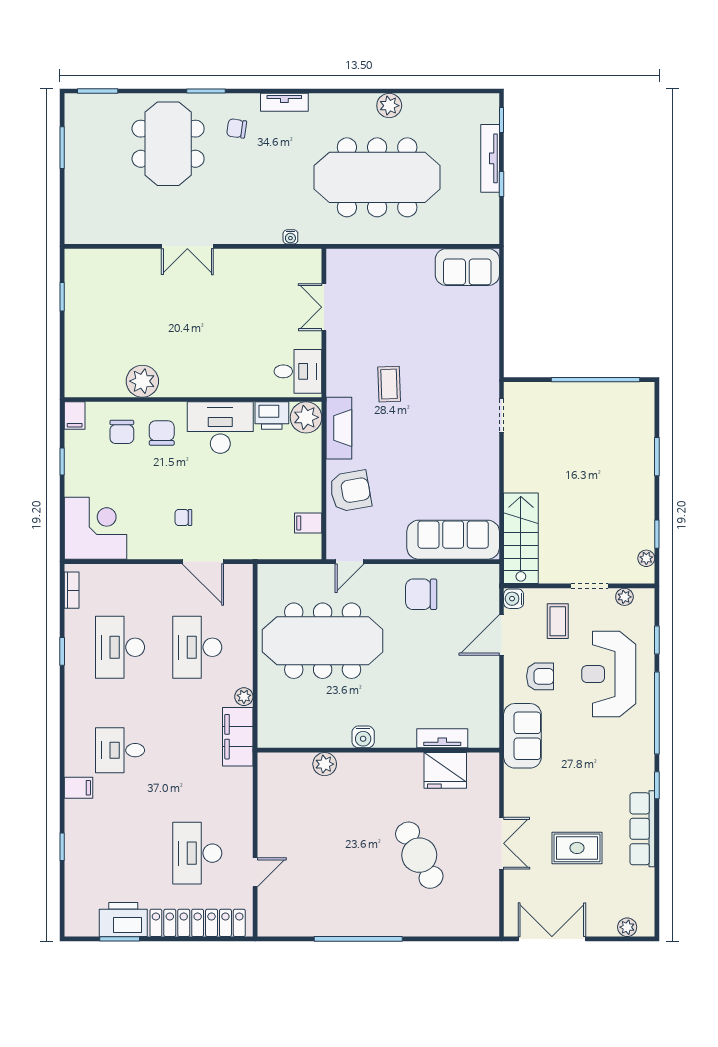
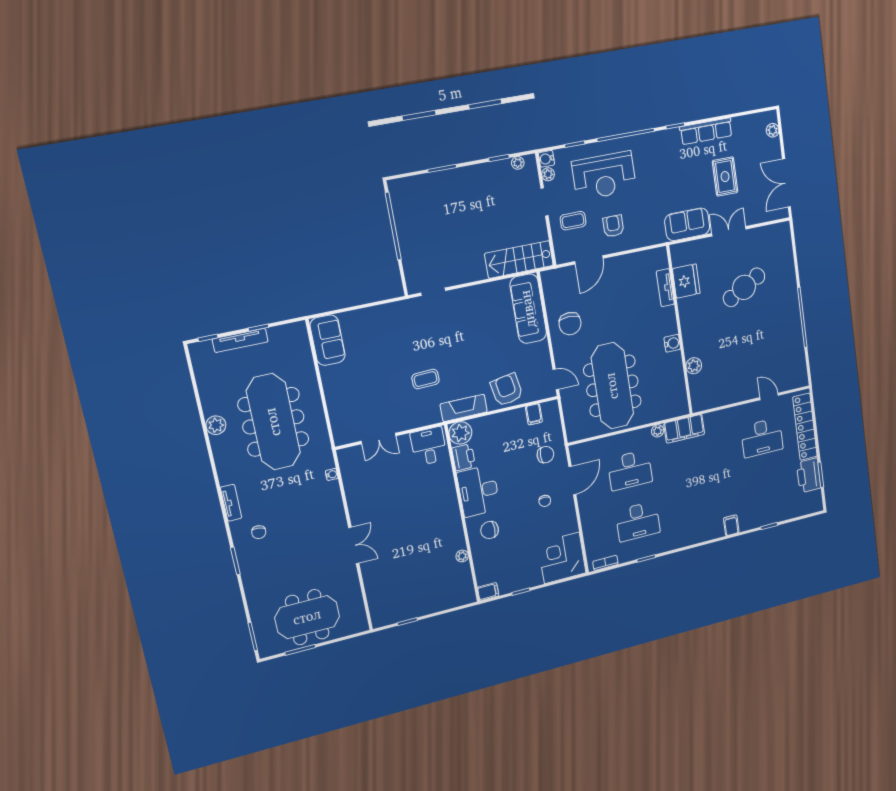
meeting table: (168, 144) -> (307, 617), moved
plant: (142, 381) -> (462, 556), width x0.53, depth x0.53
chair: (122, 432) -> (545, 455), moved
water cooler: (514, 599) -> (546, 159), moved, turned 90
door: (502, 635) -> (589, 260), hinge flipped
sofa: (522, 736) -> (687, 224), moved
desk: (120, 750) -> (704, 504), removed

